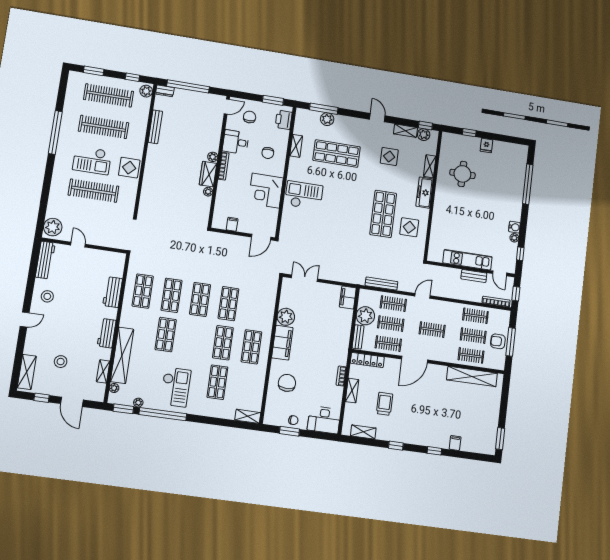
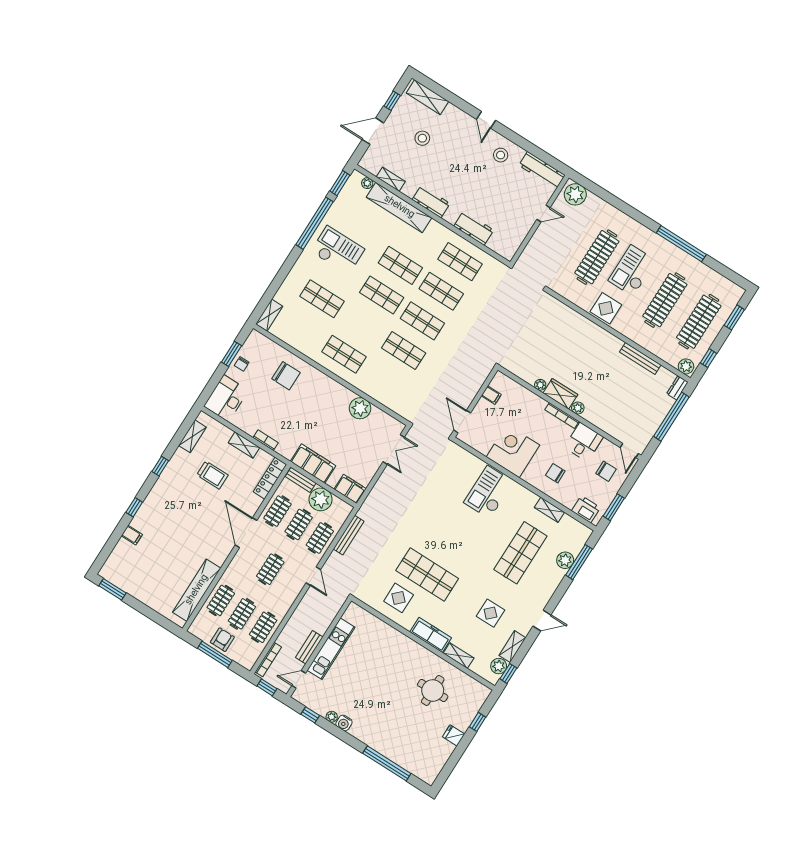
checkout: (304, 195) -> (489, 492), turned 180
shop shelf: (223, 343) -> (382, 295), moved
filing cabinet: (282, 343) -> (313, 464), moved, turned 180
checkout: (175, 387) -> (338, 250), turned 180
plant: (138, 403) -> (339, 202), removed

